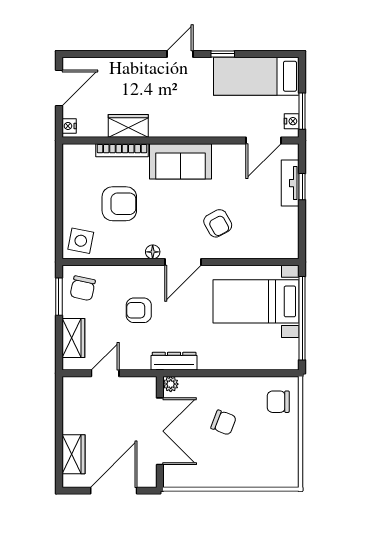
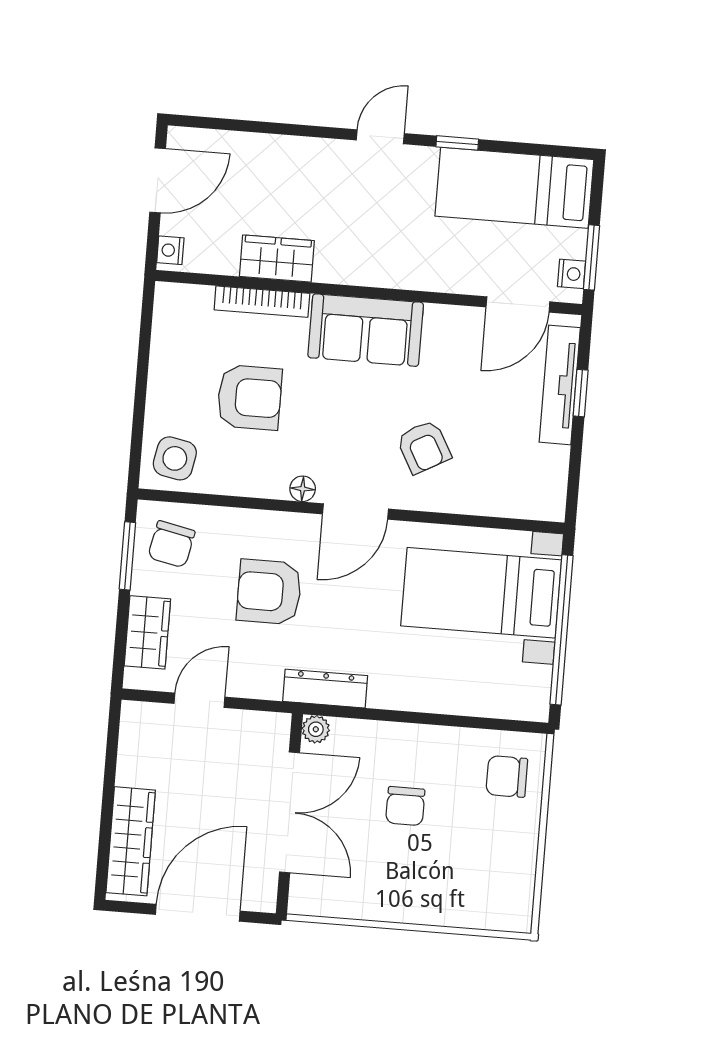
tv unit: (290, 183) -> (560, 385), width x1.41
armchair: (139, 310) -> (269, 592), width x1.38, depth x1.38
chair: (224, 423) -> (405, 806), turned 69
wardrobe: (73, 454) -> (131, 841), width x1.50

